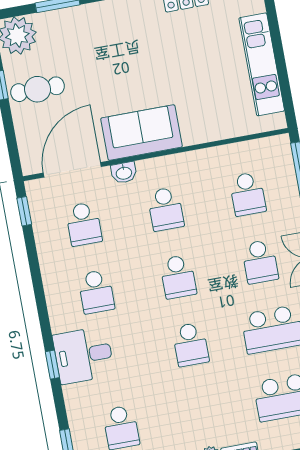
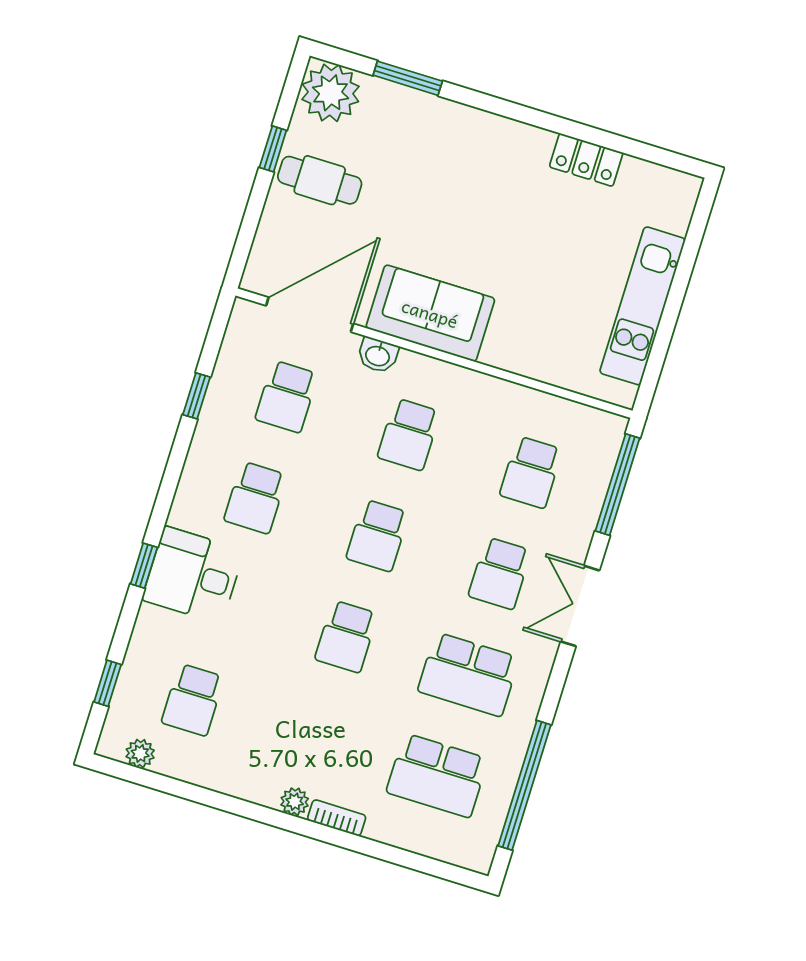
window: (24, 211) -> (196, 396), moved

